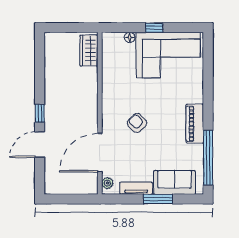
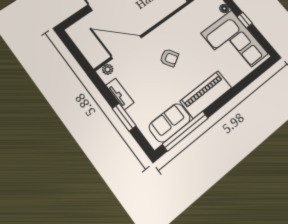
armchair: (137, 123) -> (169, 58), turned 103
piano: (195, 124) -> (206, 94), width x1.37, depth x1.33
sofa: (175, 182) -> (170, 123), moved, turned -90

